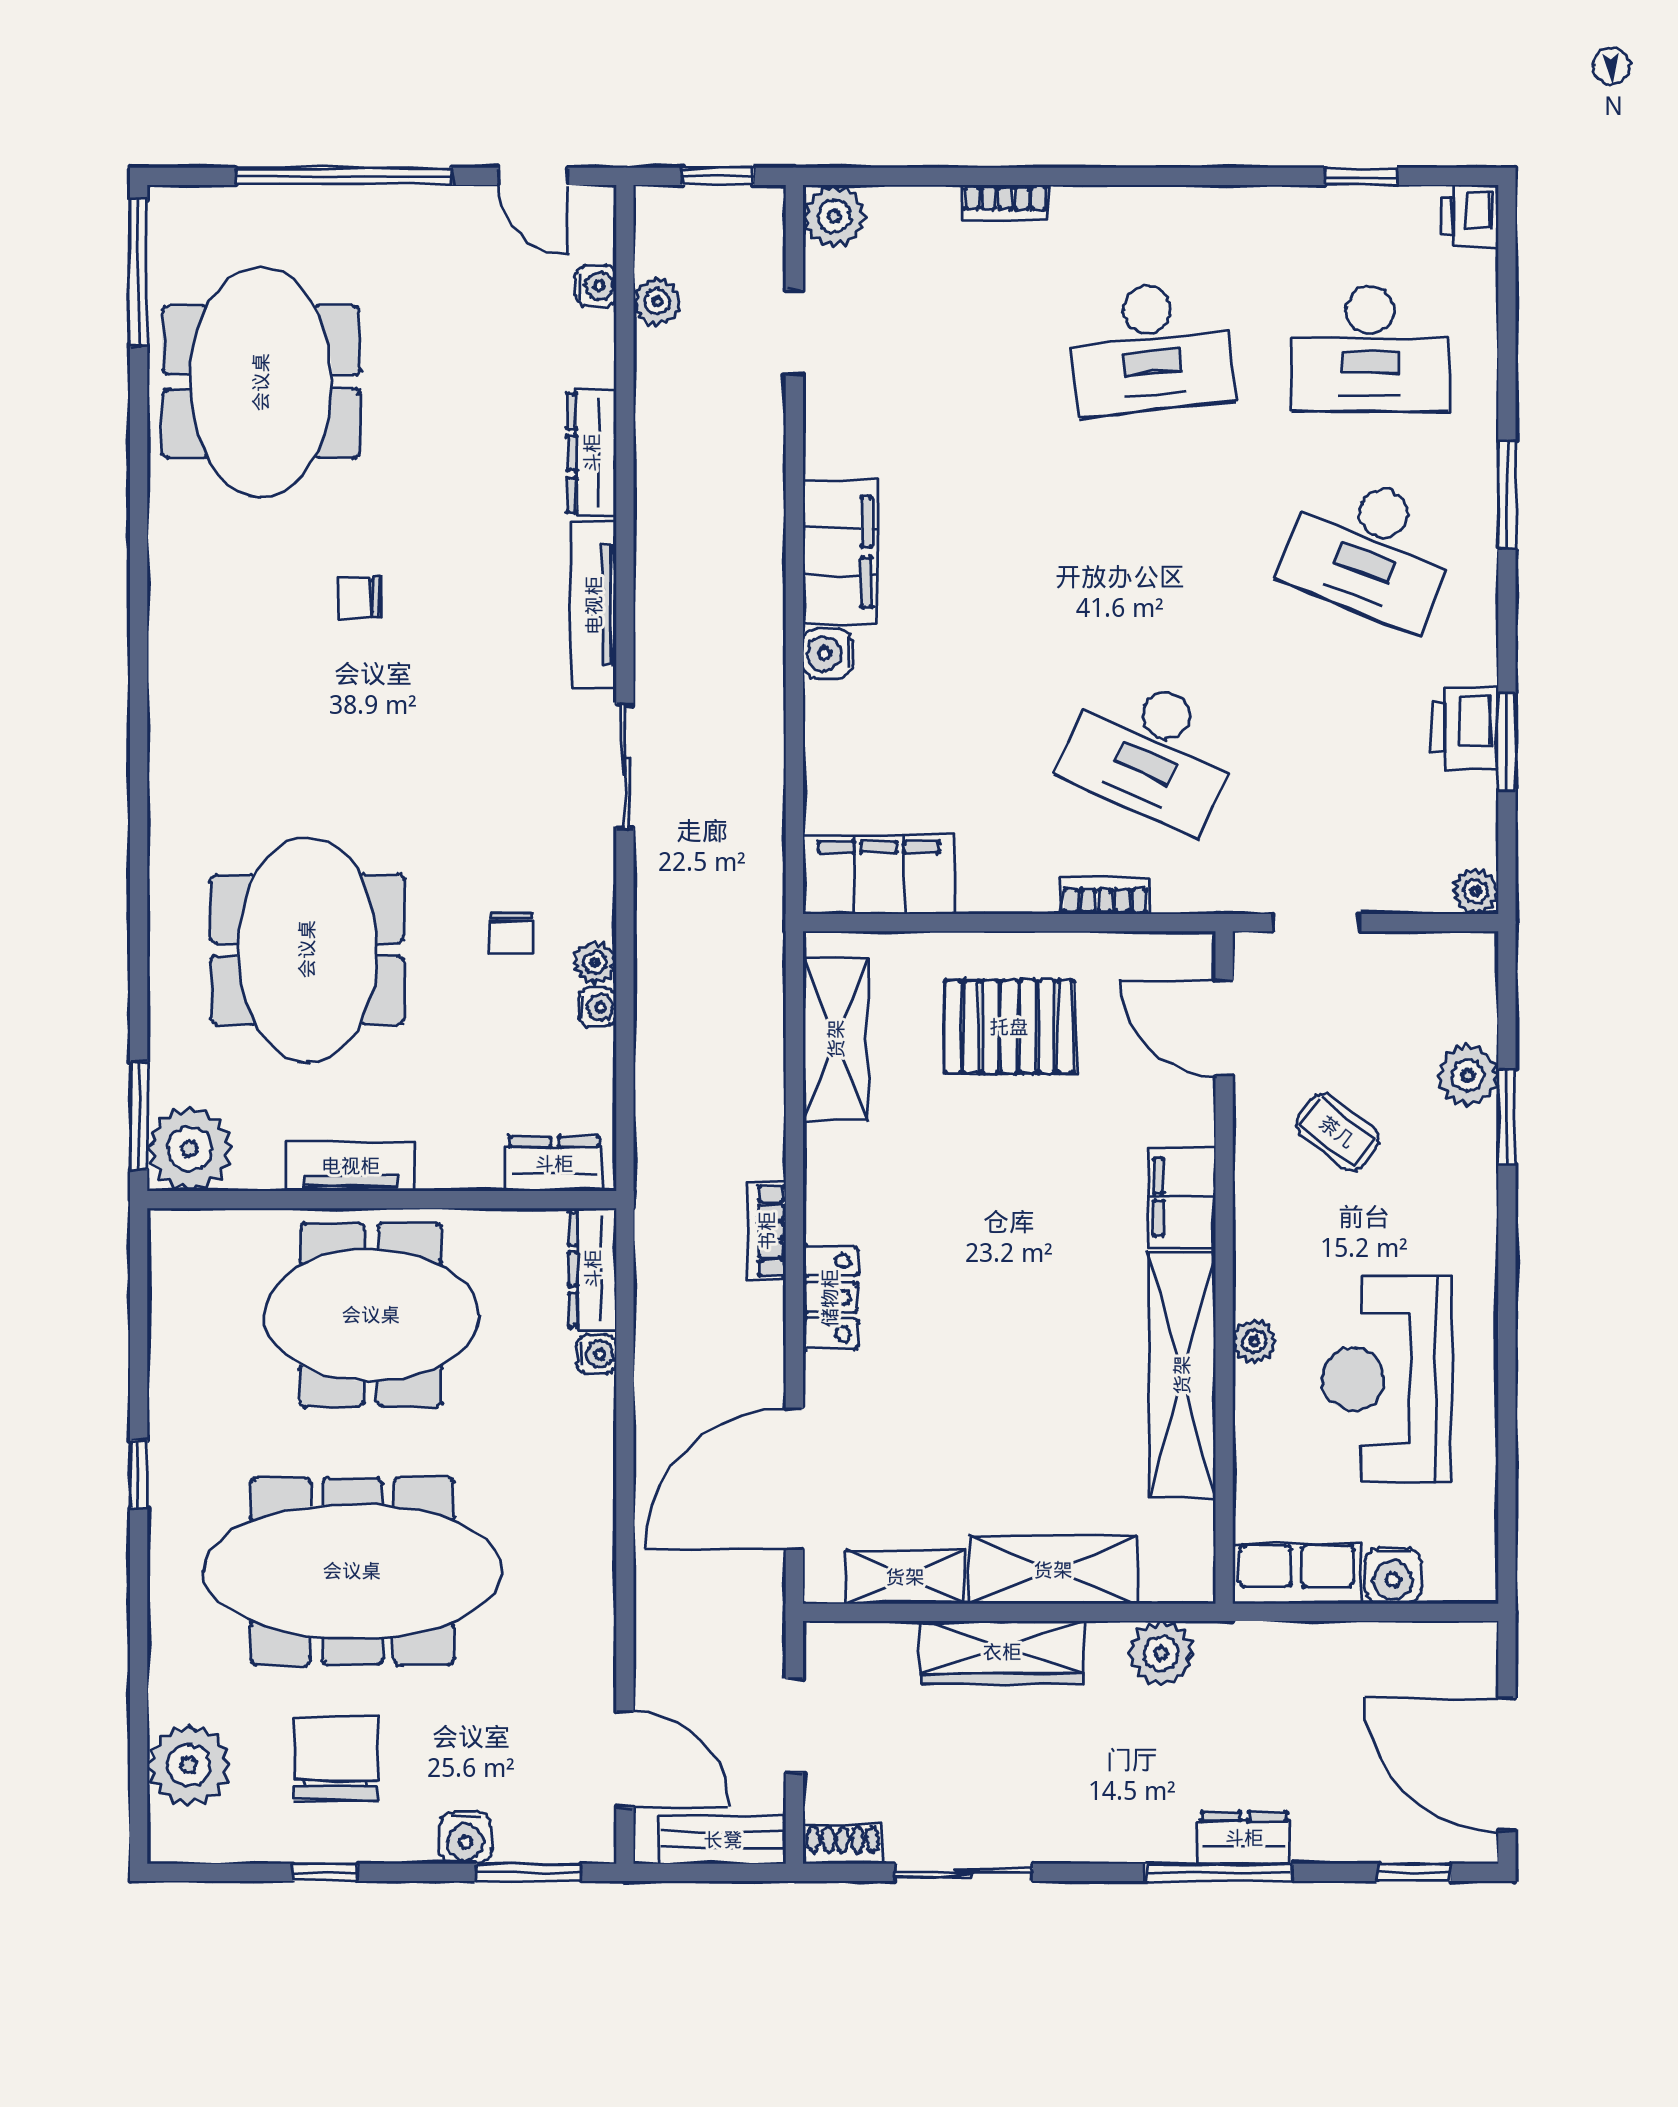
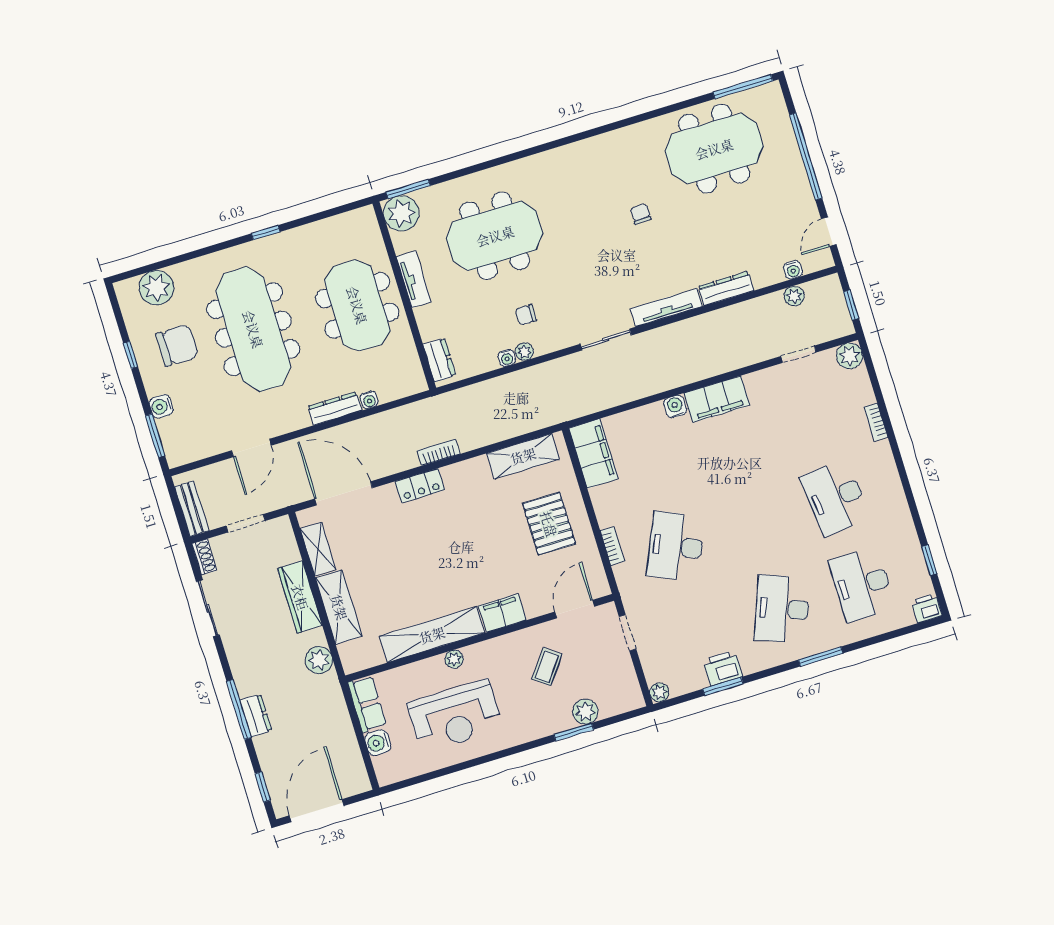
dresser: (593, 1269) -> (335, 408), moved
reception desk: (1387, 1379) -> (455, 716), turned 180
door: (625, 1759) -> (251, 448), moved

